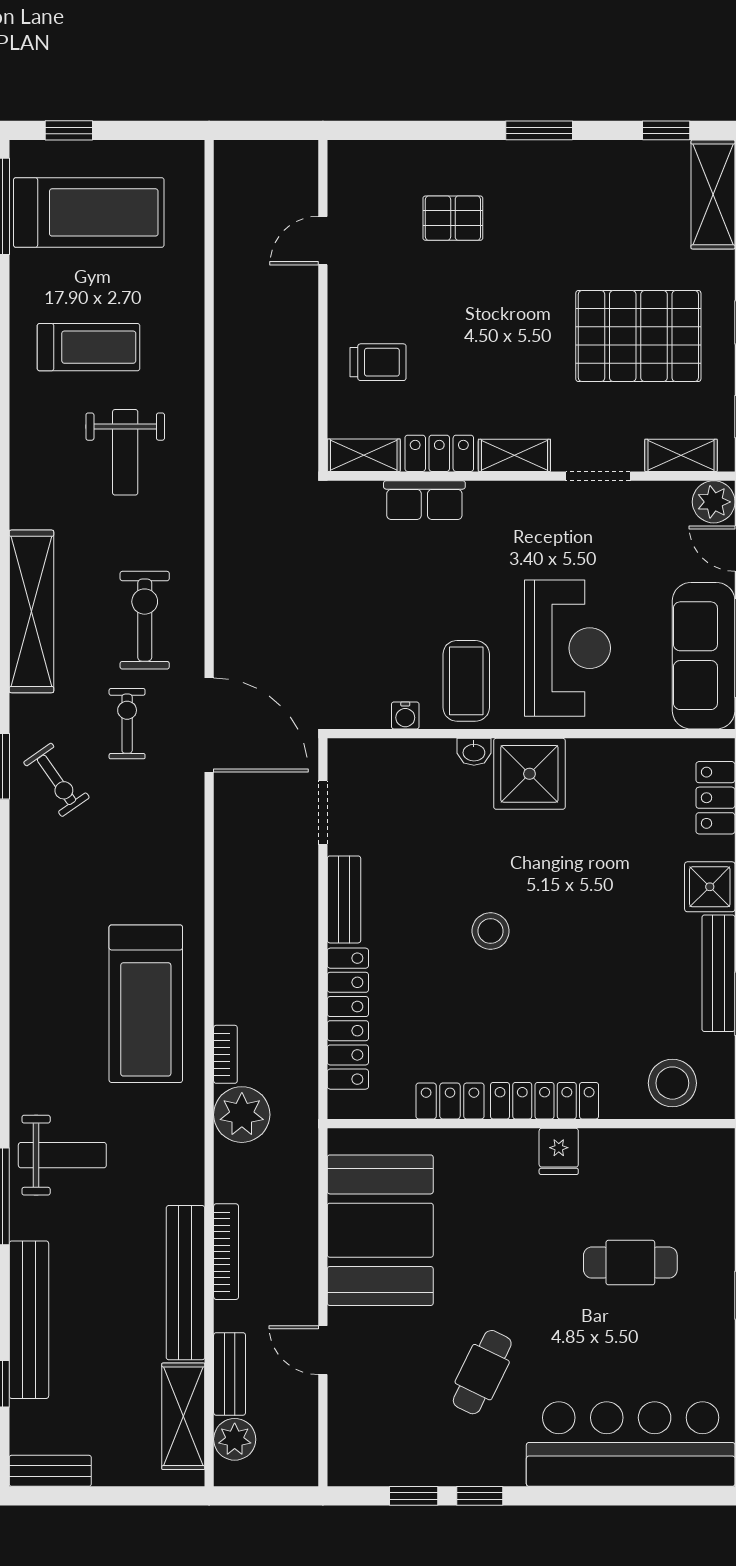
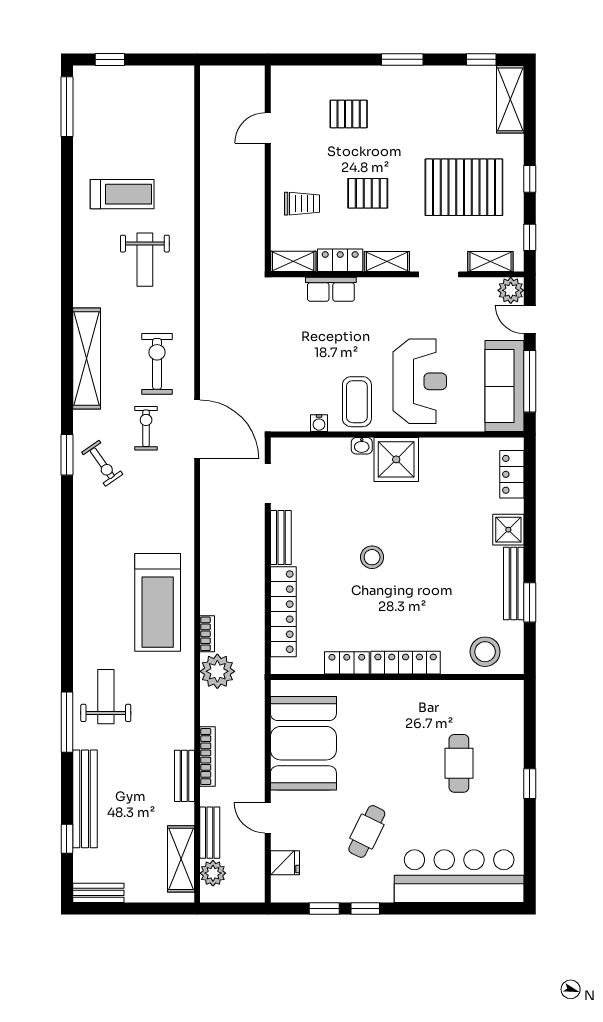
treadmill: (89, 212) -> (122, 110), removed
pallet: (484, 346) -> (368, 193), added
fridge: (559, 1151) -> (285, 863), moved, turned -90
weight bench: (62, 1155) -> (106, 697), turned -90
cafe table: (630, 1263) -> (459, 763), turned 90
bench: (185, 1283) -> (184, 776), width x0.54, depth x0.82

